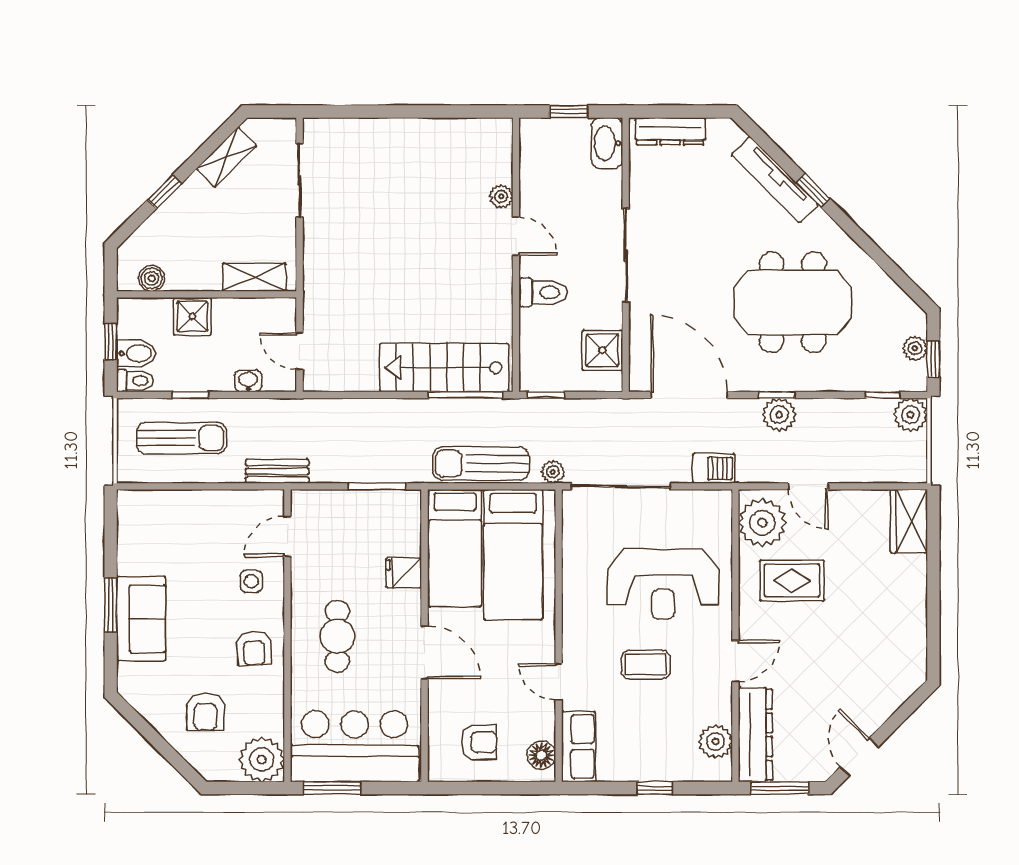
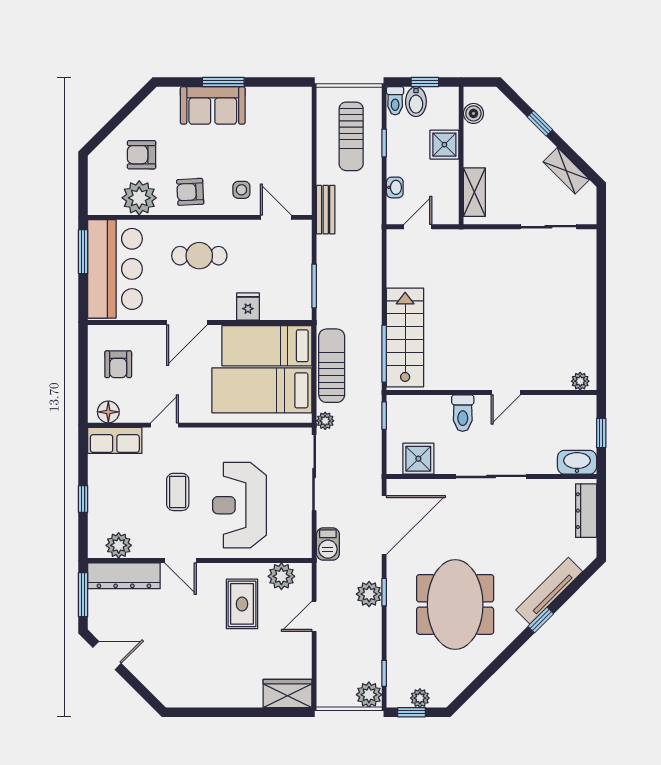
plant: (501, 196) -> (580, 381), moved
plant: (762, 523) -> (281, 576), width x0.73, depth x0.73
plant: (262, 759) -> (139, 198), moved

